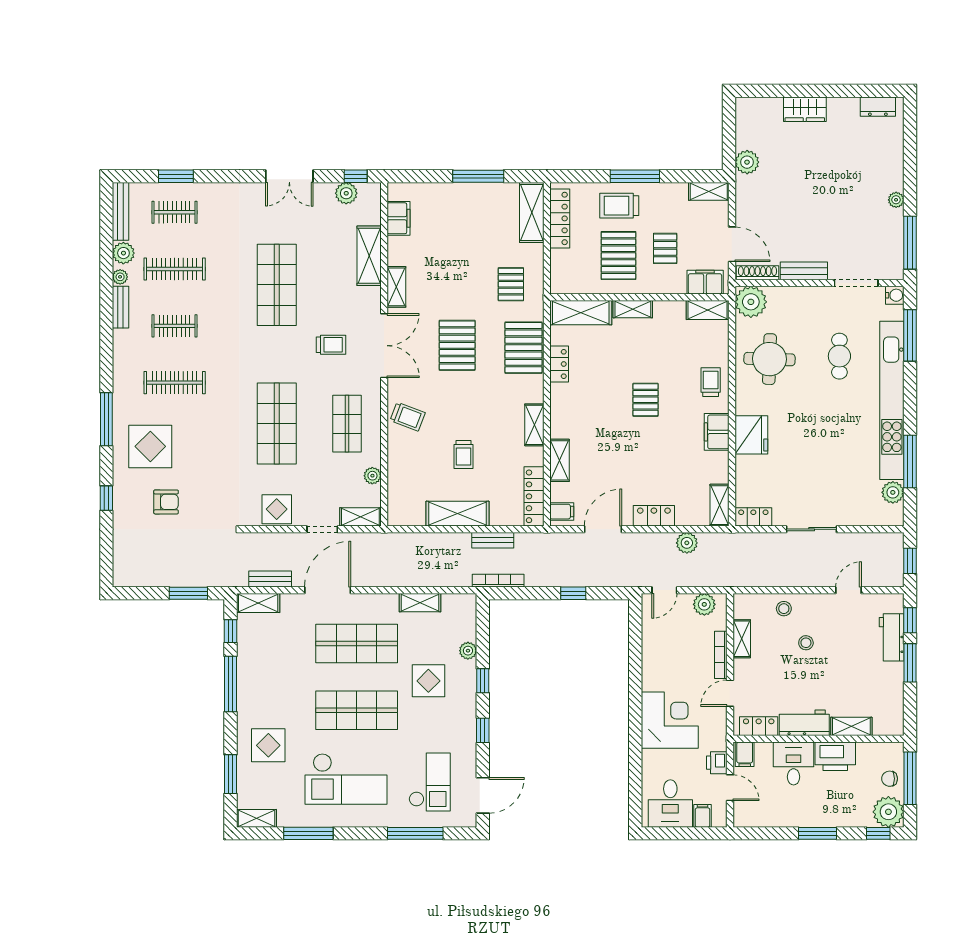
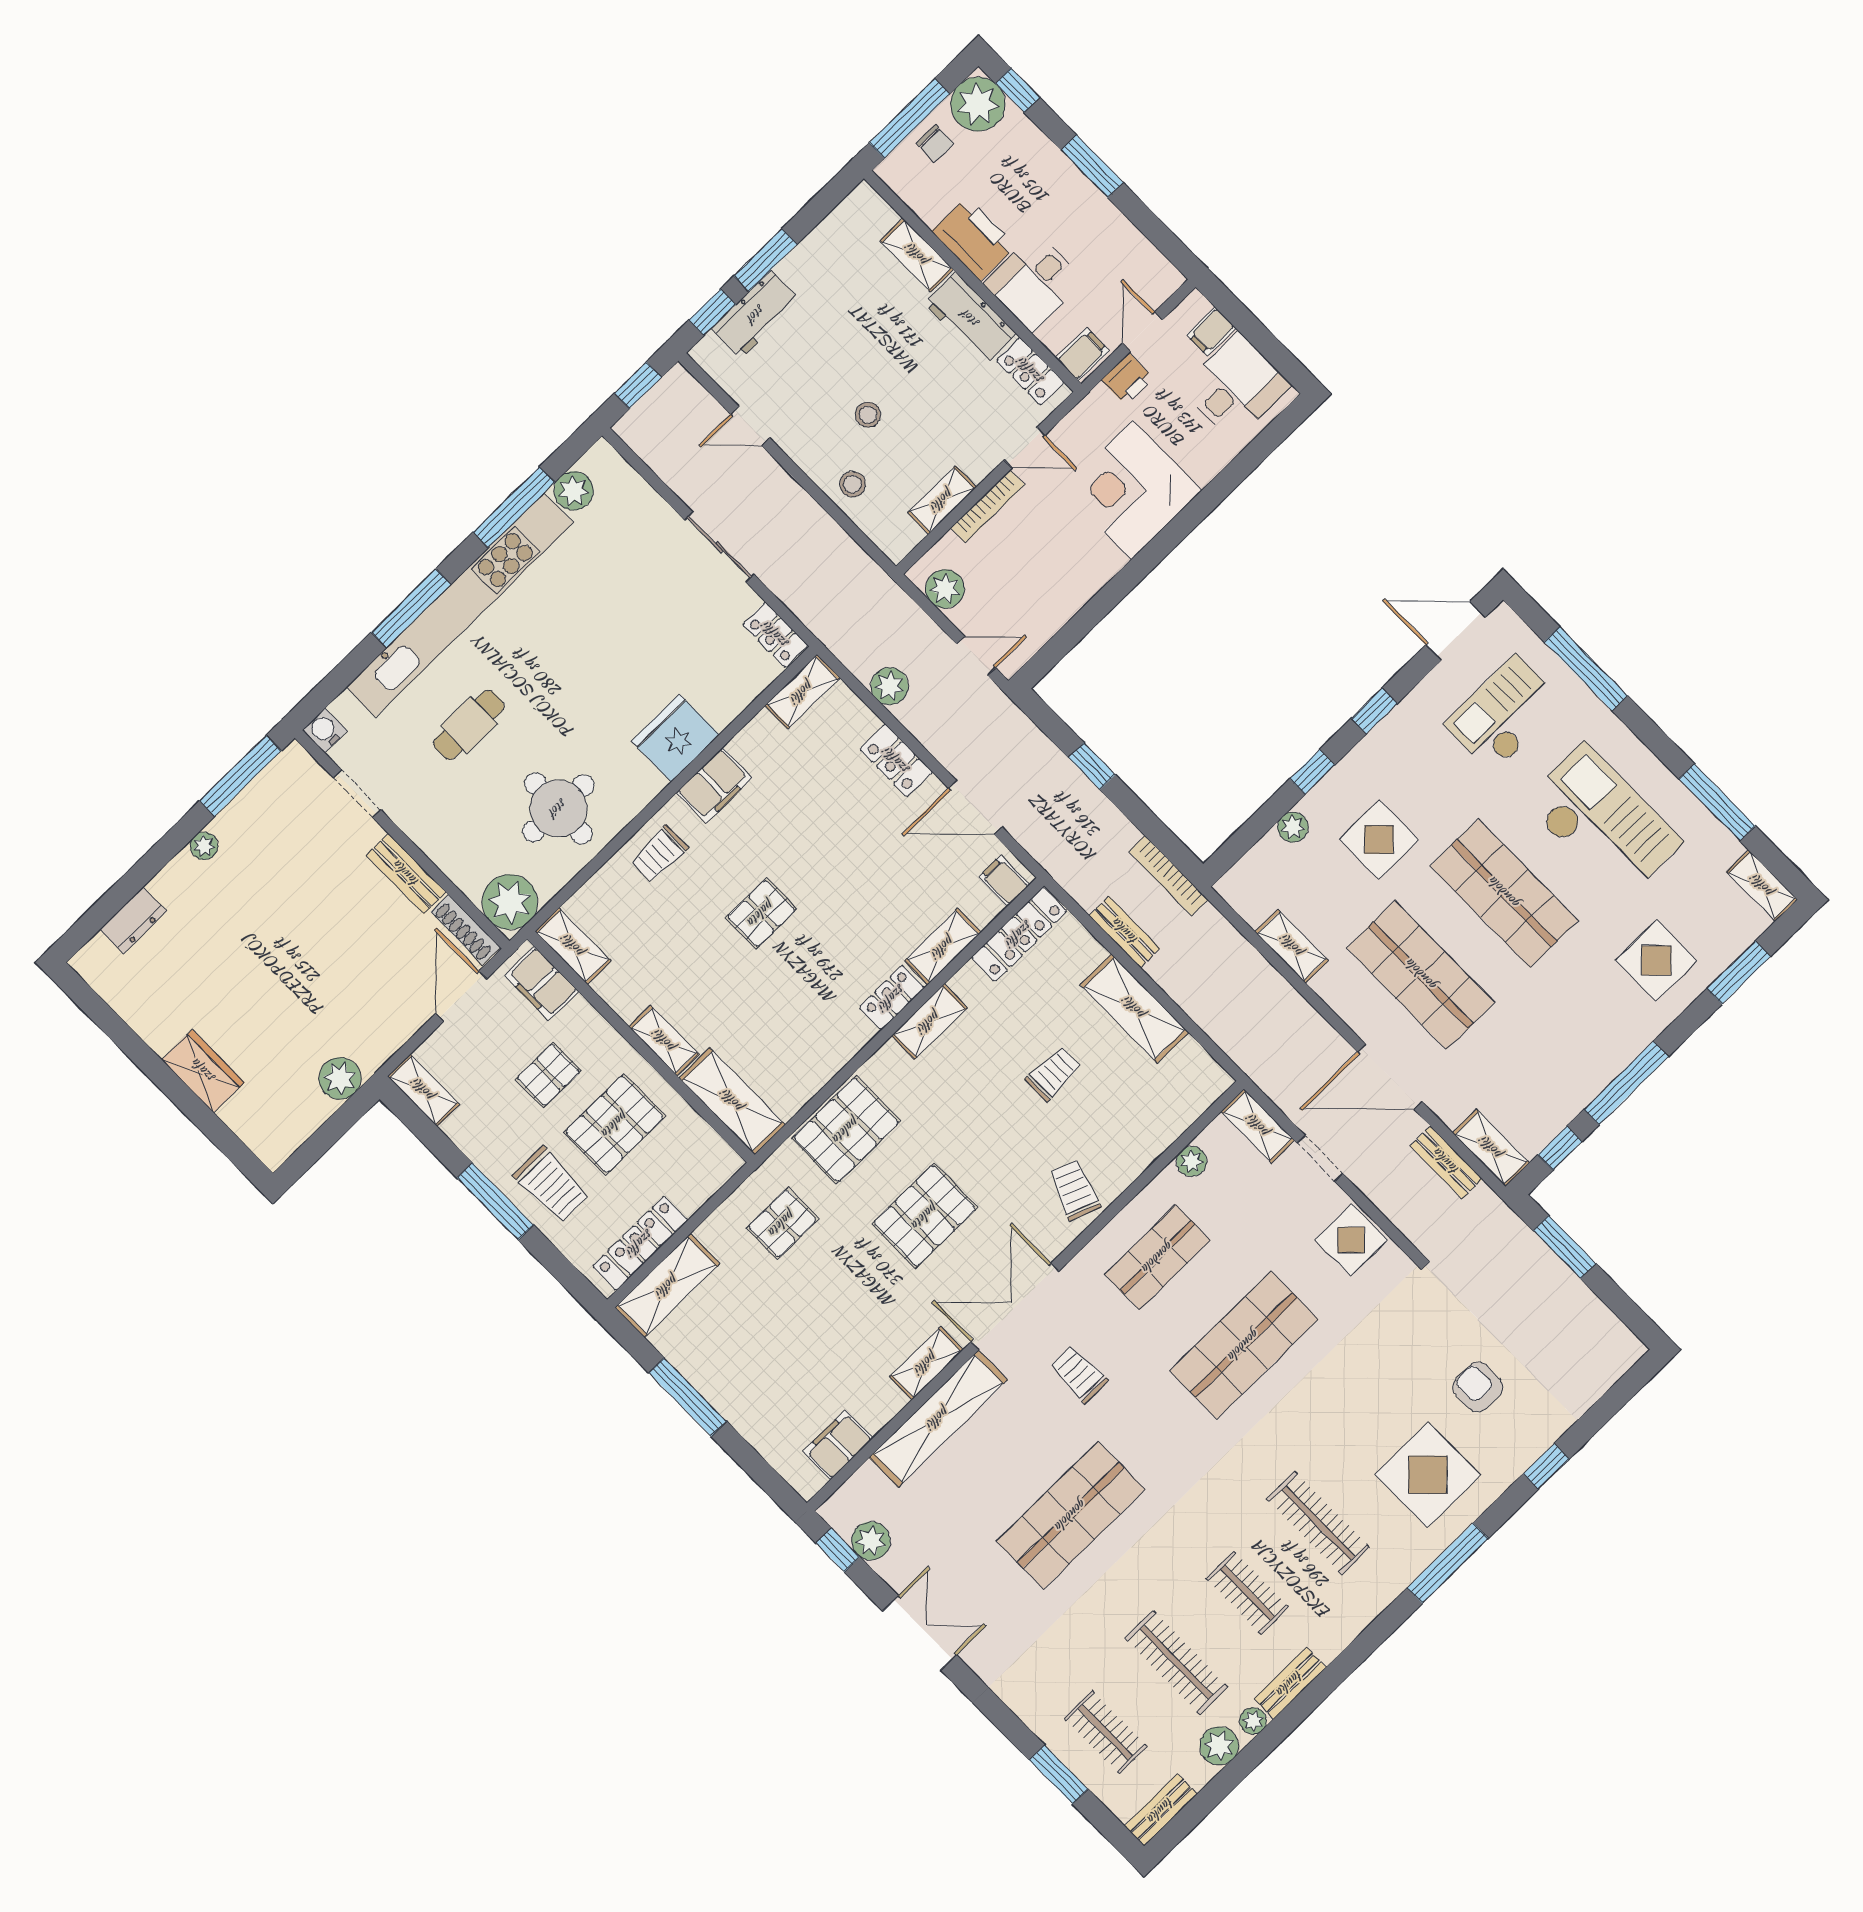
dresser: (878, 107) -> (133, 920), moved, turned 90
bench: (121, 211) -> (1161, 1810), width x0.73
shelving: (369, 256) -> (938, 1418), width x1.47
doorway: (856, 283) -> (357, 794), width x0.73
window: (910, 335) -> (411, 608), moved
locker: (559, 364) -> (892, 998), moved

